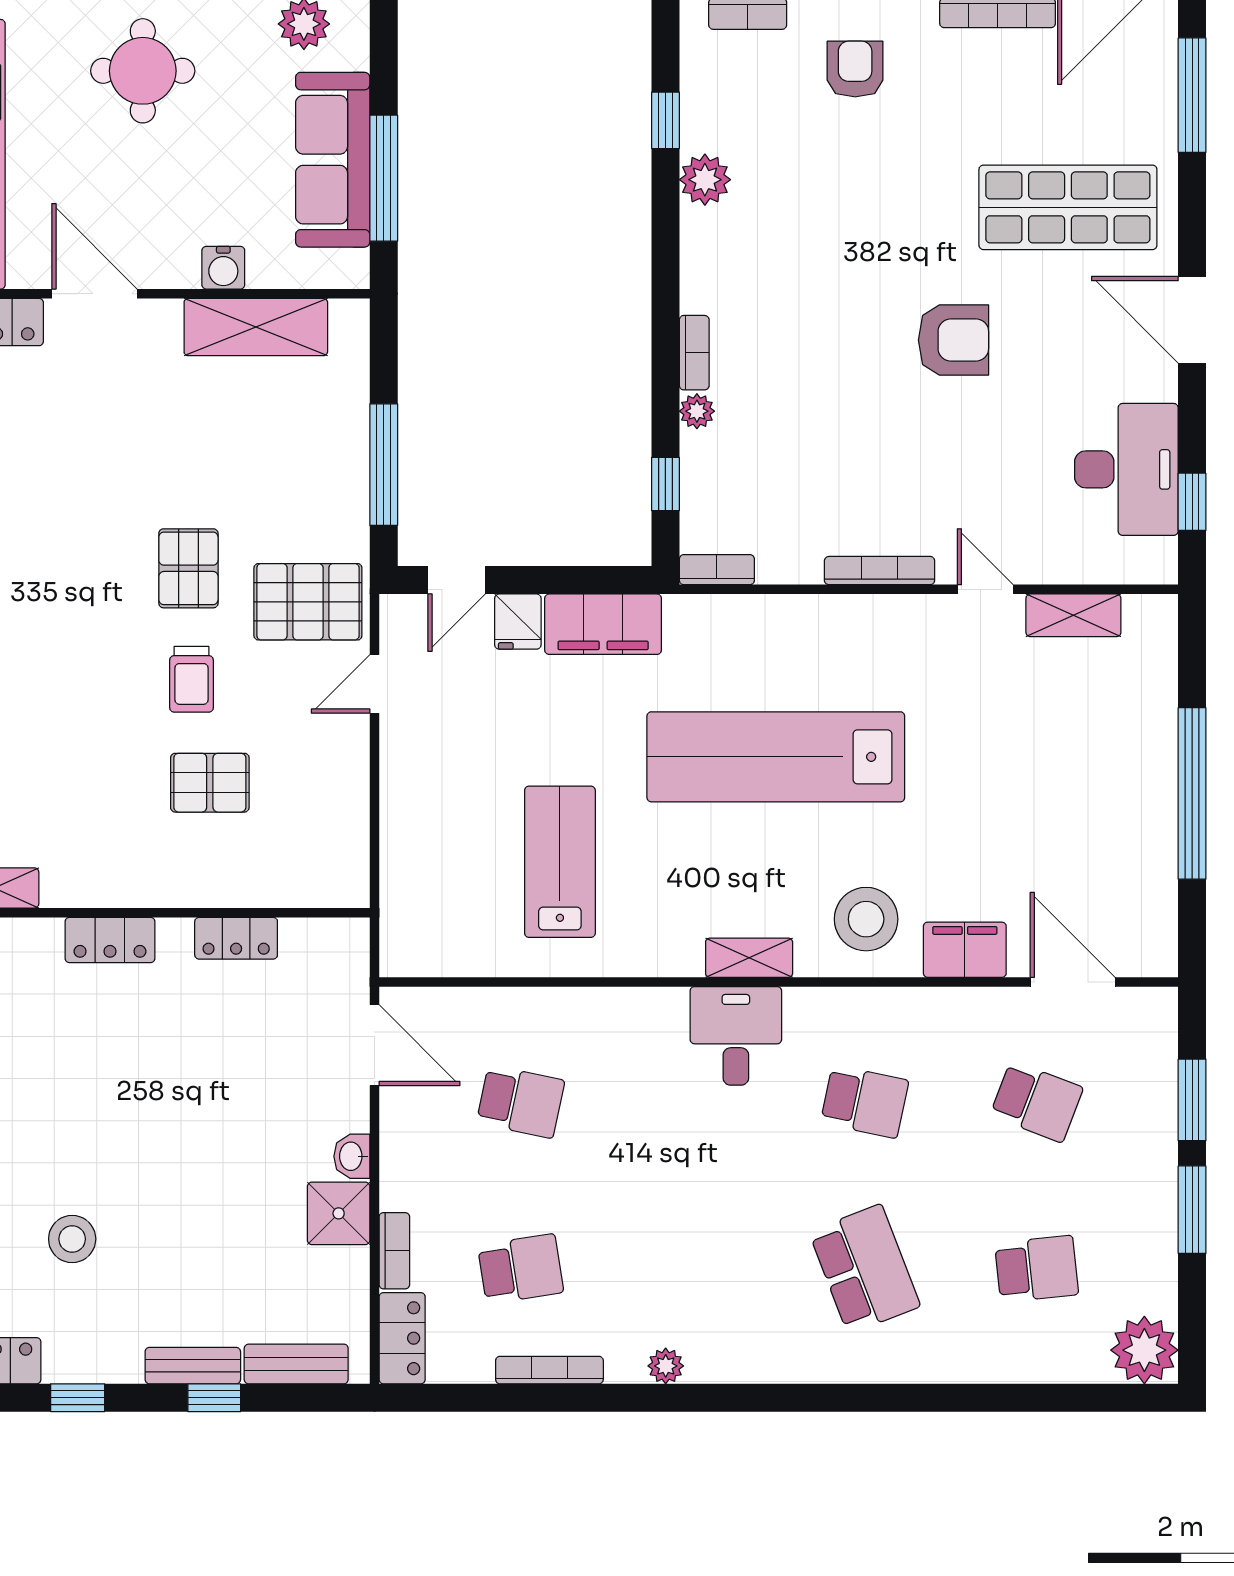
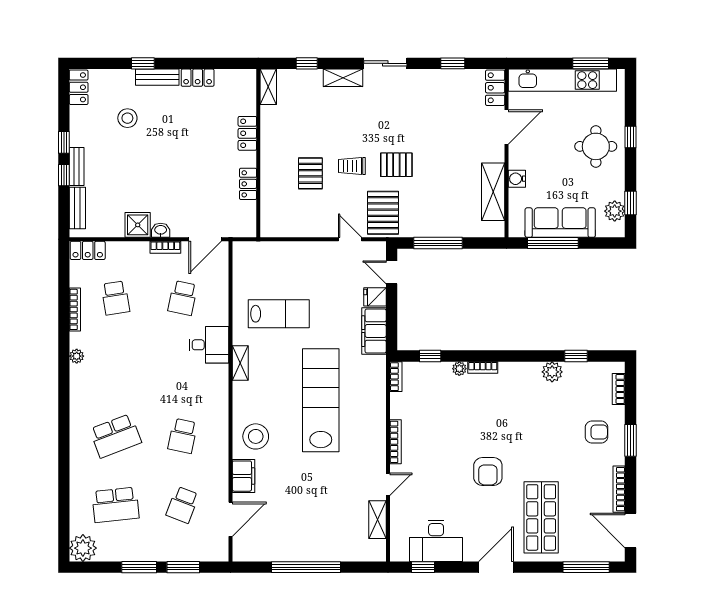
shelving: (749, 958) -> (240, 363), moved
desk: (736, 1036) -> (209, 345), moved
bookcase: (394, 1251) -> (165, 247), moved
school desk: (1037, 1269) -> (115, 505), width x1.85
window: (78, 1398) -> (64, 142), moved

